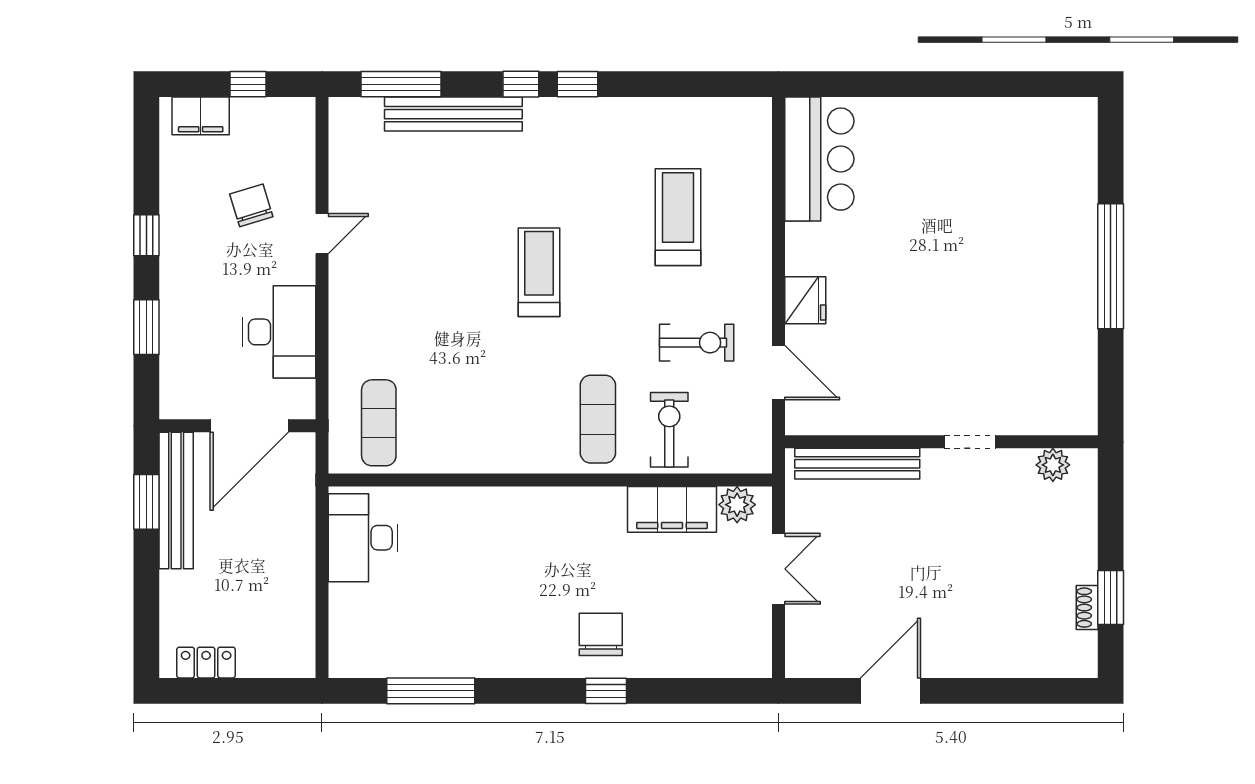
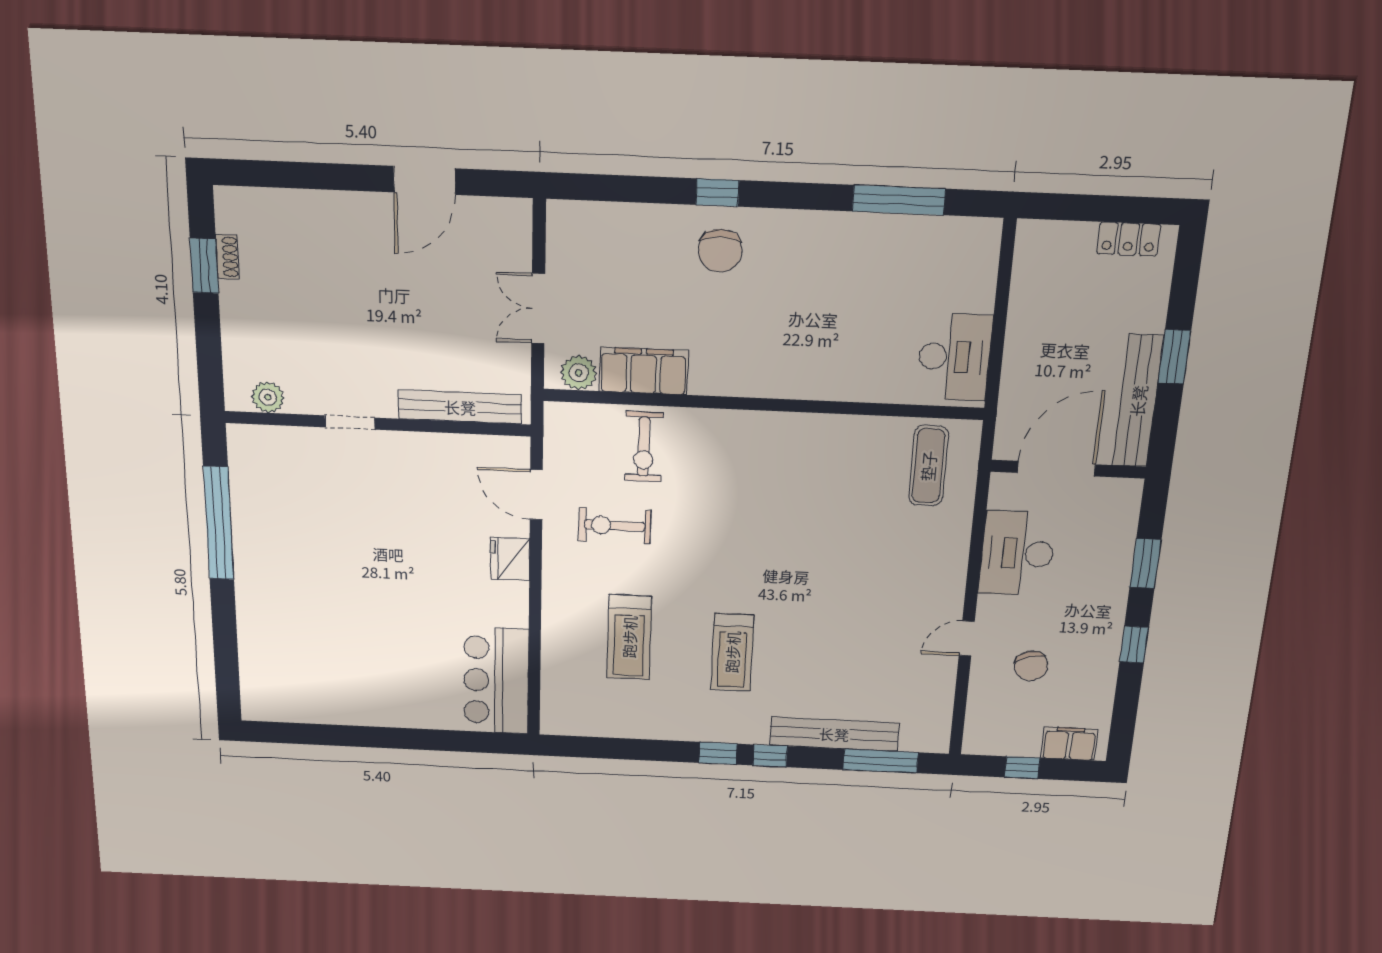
window: (1111, 266) -> (219, 523), moved
treadmill: (539, 272) -> (732, 652), moved
exercise mat: (598, 419) -> (713, 460), removed
window: (146, 502) -> (1174, 357), moved

